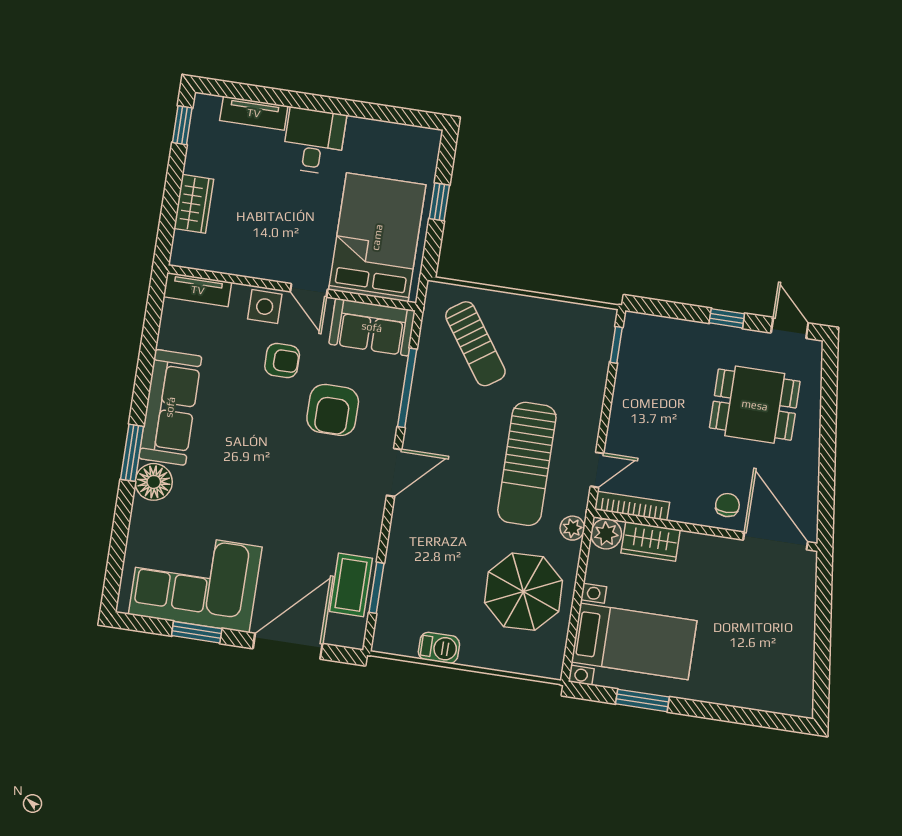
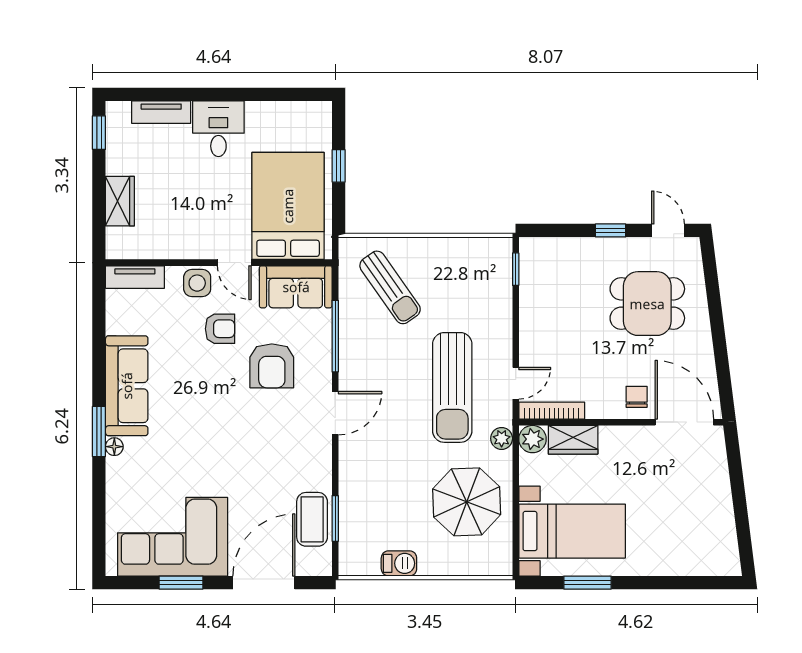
floor lamp: (154, 482) -> (114, 447), width x0.53, depth x0.53

